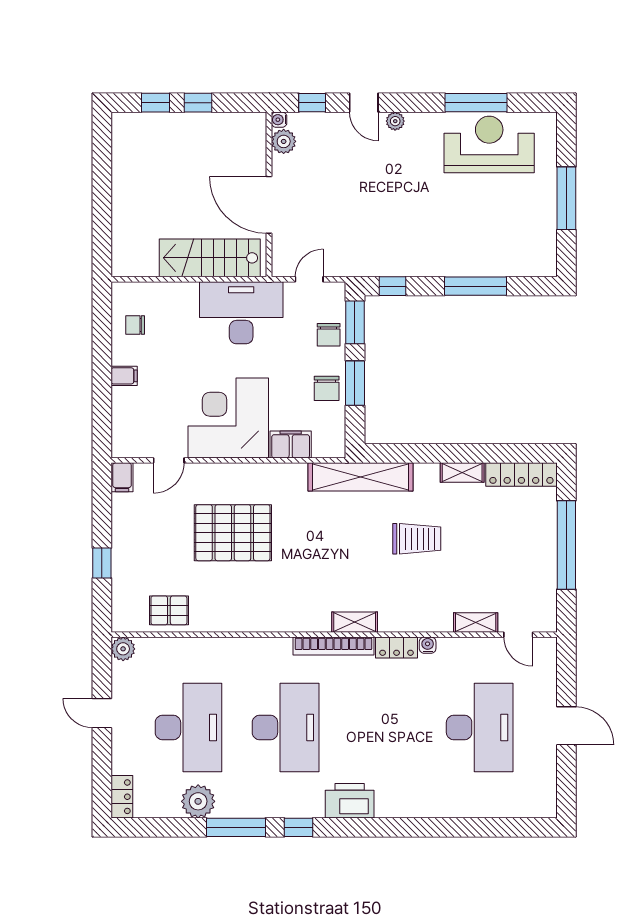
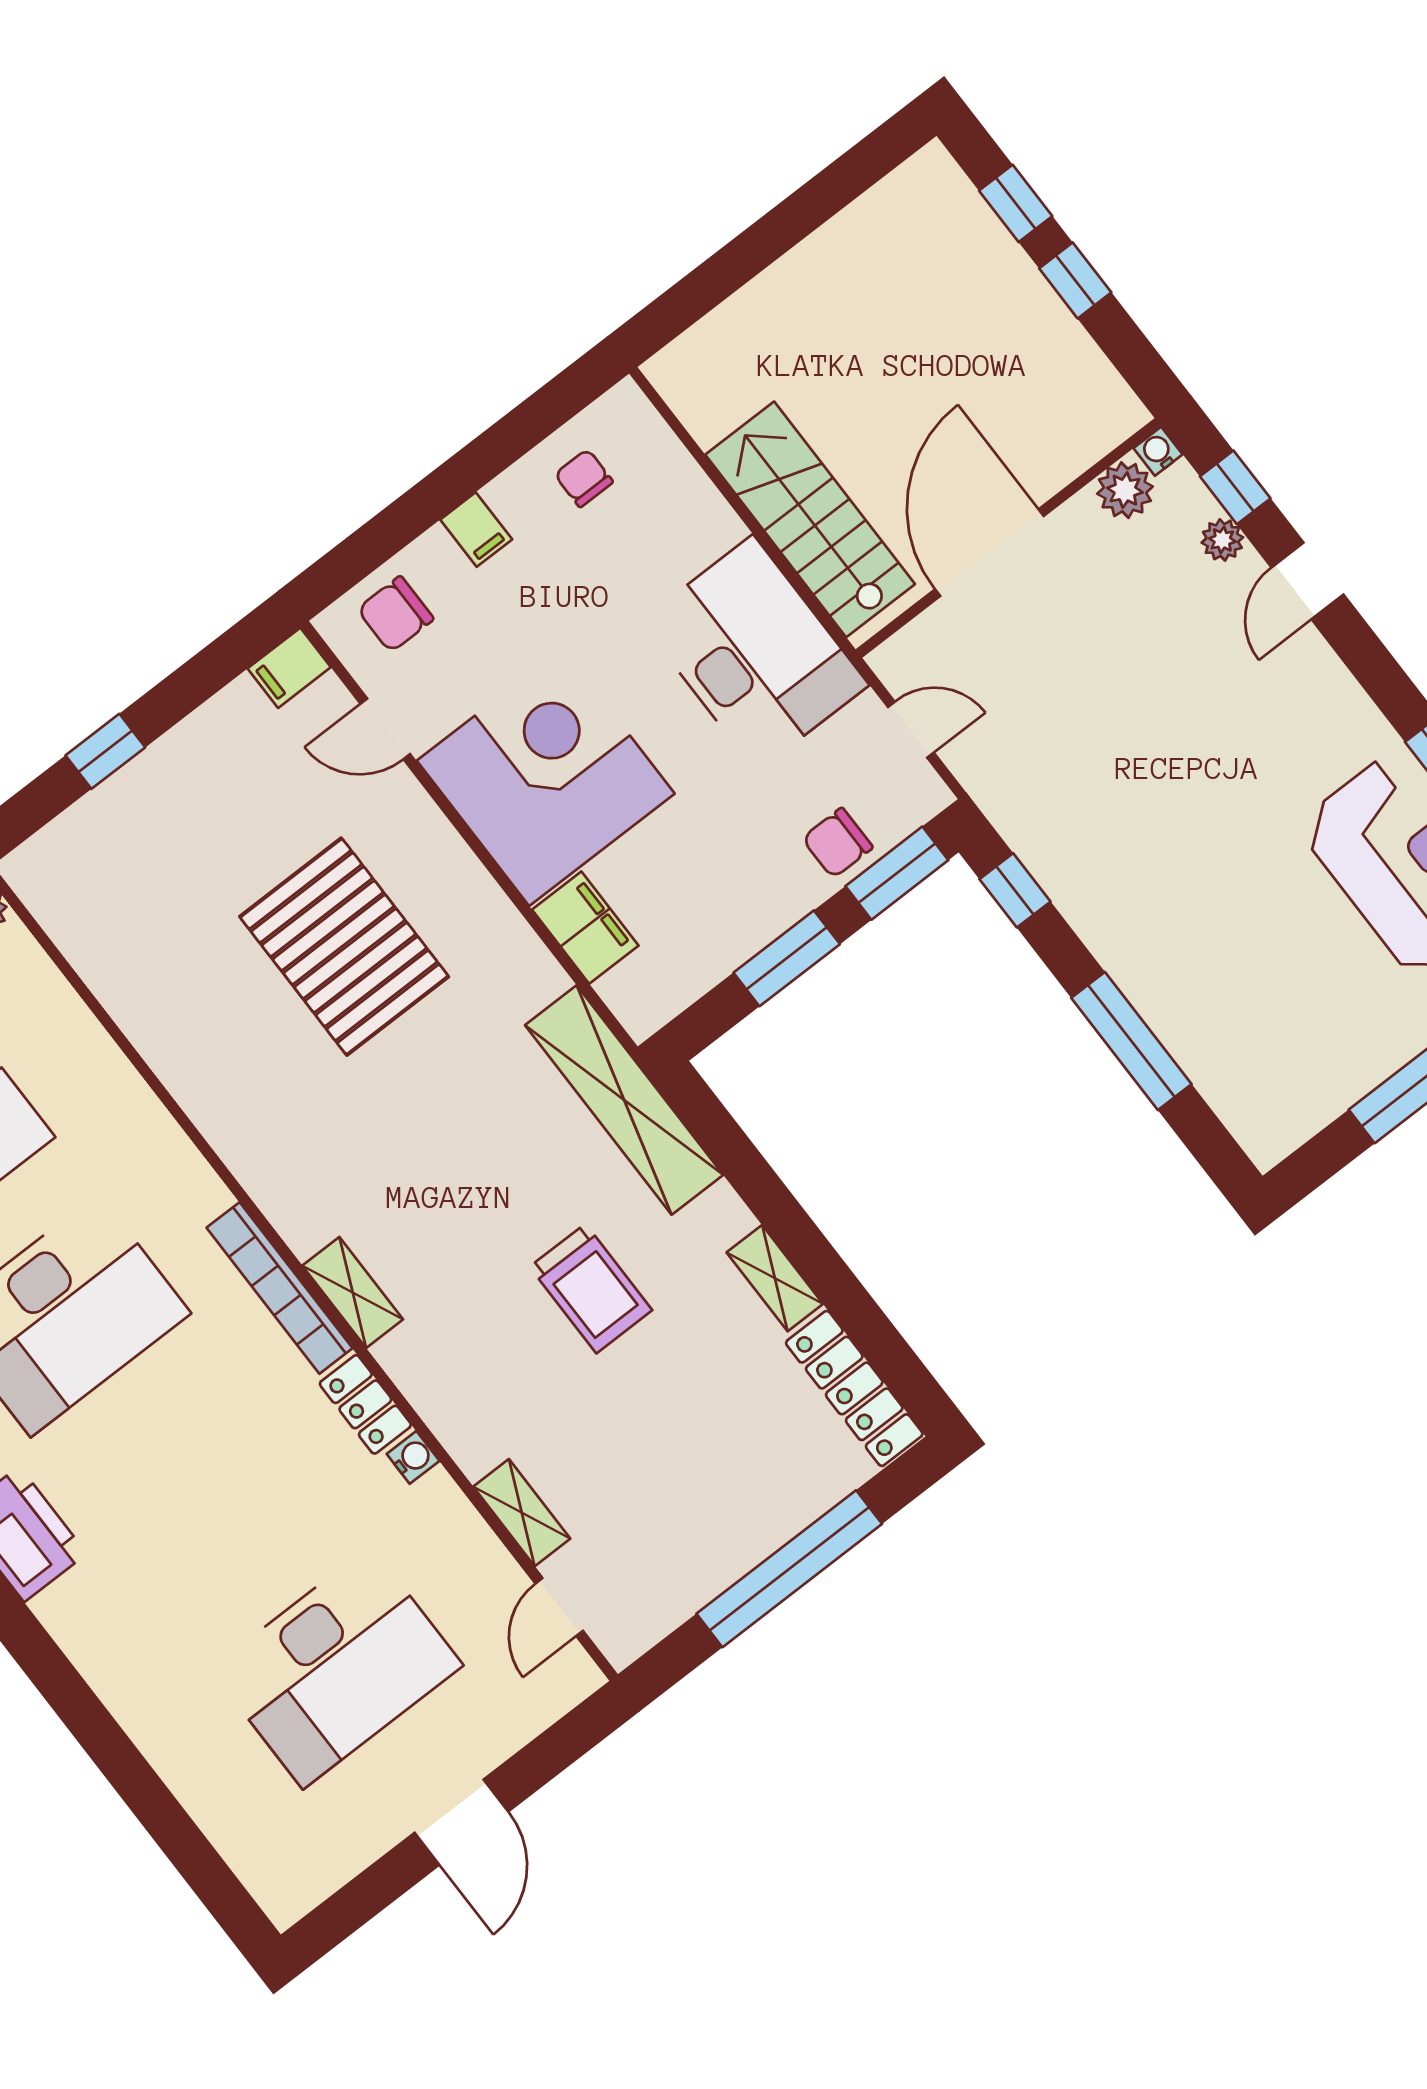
plant: (395, 121) -> (1222, 540), moved
chair: (327, 388) -> (395, 614), moved
pallet: (169, 610) -> (113, 940), removed

